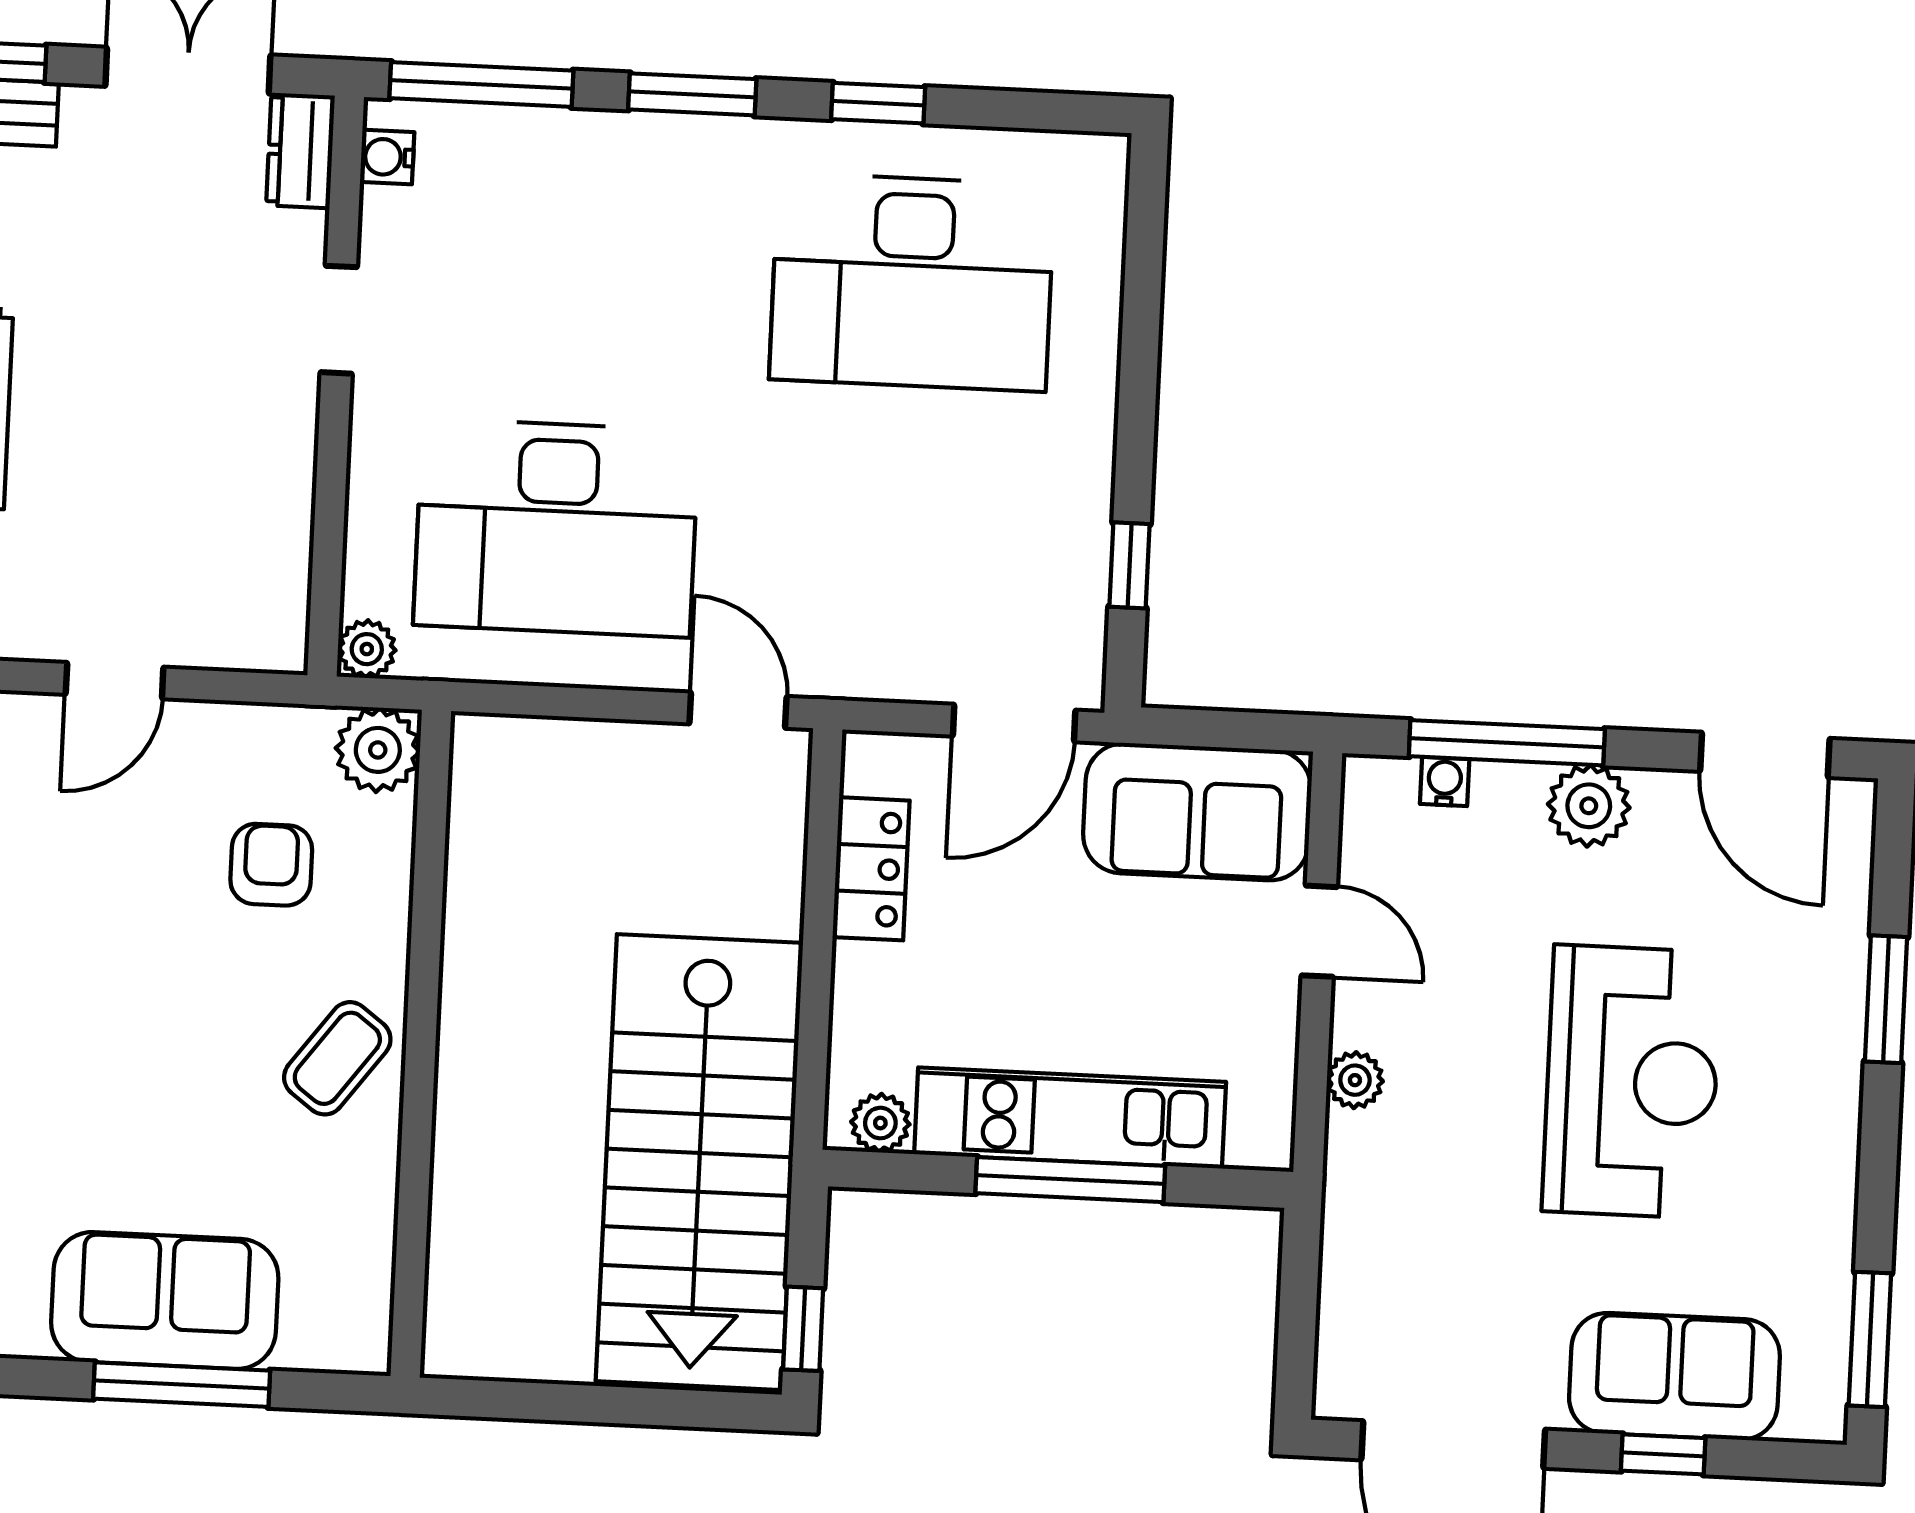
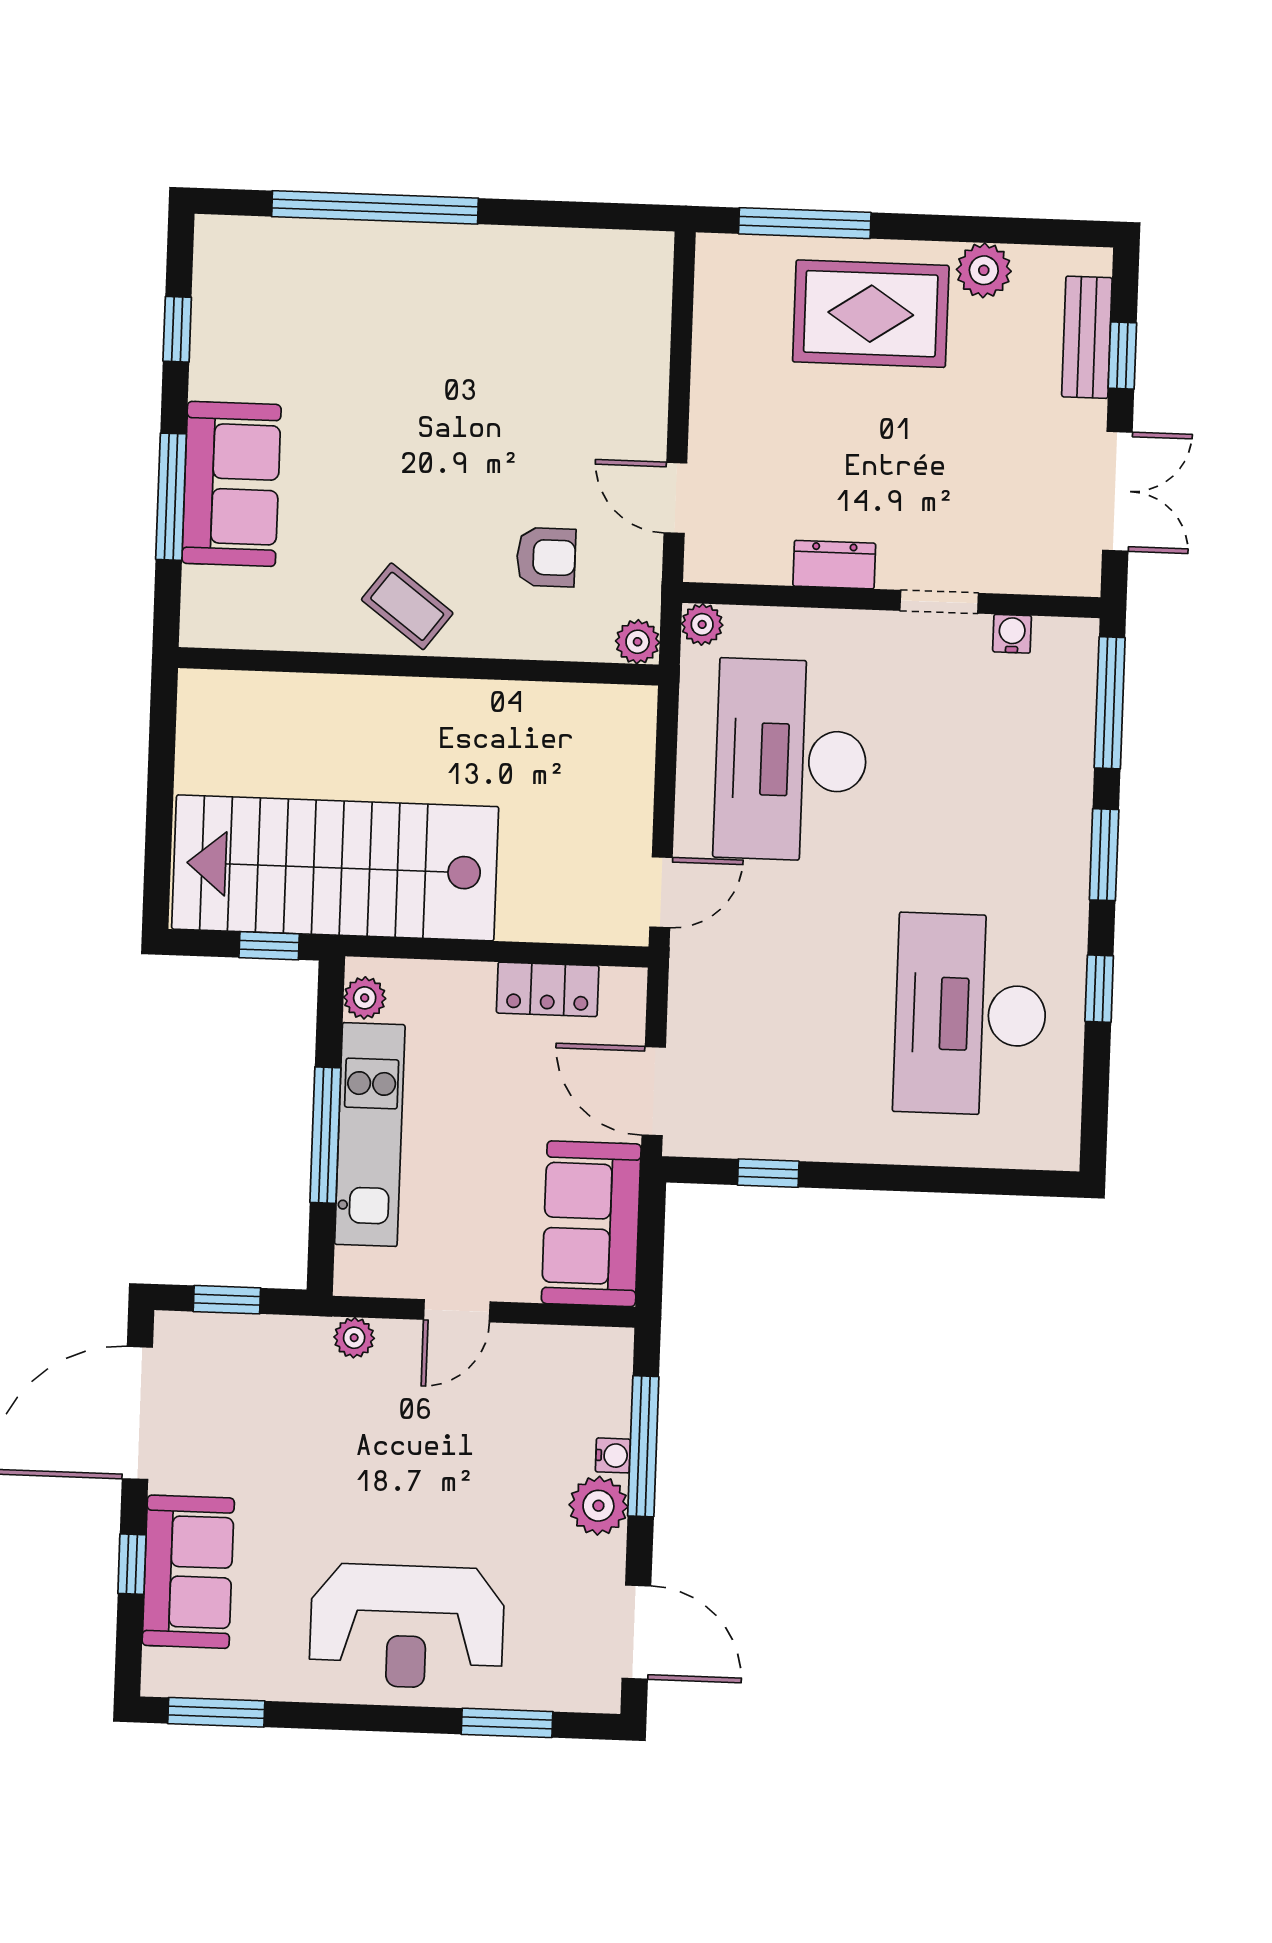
dresser: (300, 151) -> (834, 565), moved
water cooler: (387, 157) -> (1012, 634), moved
door: (115, 681) -> (675, 498), moved
plant: (378, 750) -> (638, 642), width x0.73, depth x0.73
door: (1765, 755) -> (636, 1632), swing flipped
water cooler: (1445, 782) -> (613, 1455), moved
door: (1319, 931) -> (457, 1311), moved
window: (1886, 999) -> (507, 1723), moved
plant: (1355, 1080) -> (354, 1338), moved
reception desk: (1632, 1082) -> (407, 1626), moved
window: (1297, 1319) -> (227, 1300), added
window: (803, 1329) -> (269, 946), moved

